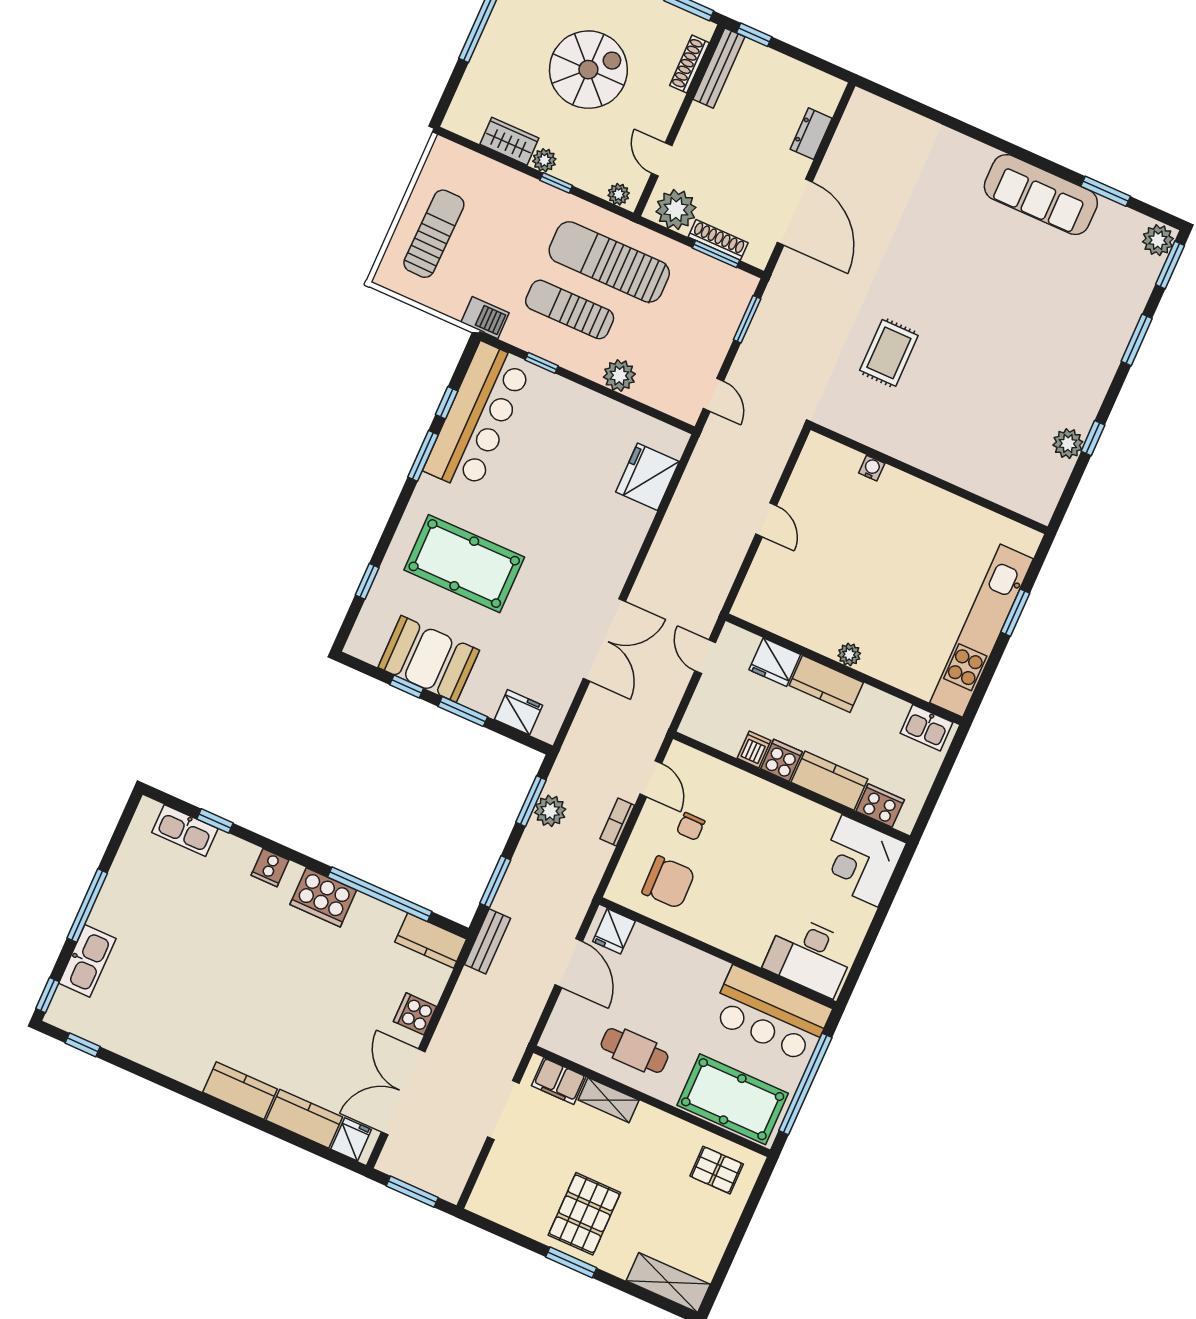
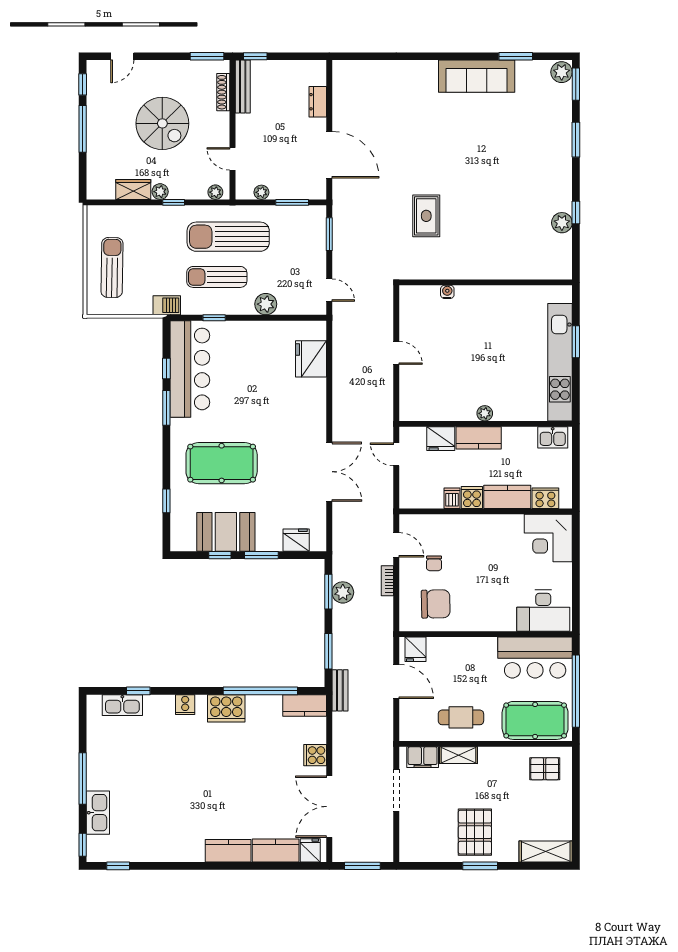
spiral stairs: (588, 70) -> (162, 123), turned 90
plant: (676, 210) -> (261, 192), width x0.53, depth x0.53
shoe rack: (718, 240) -> (290, 193), removed

